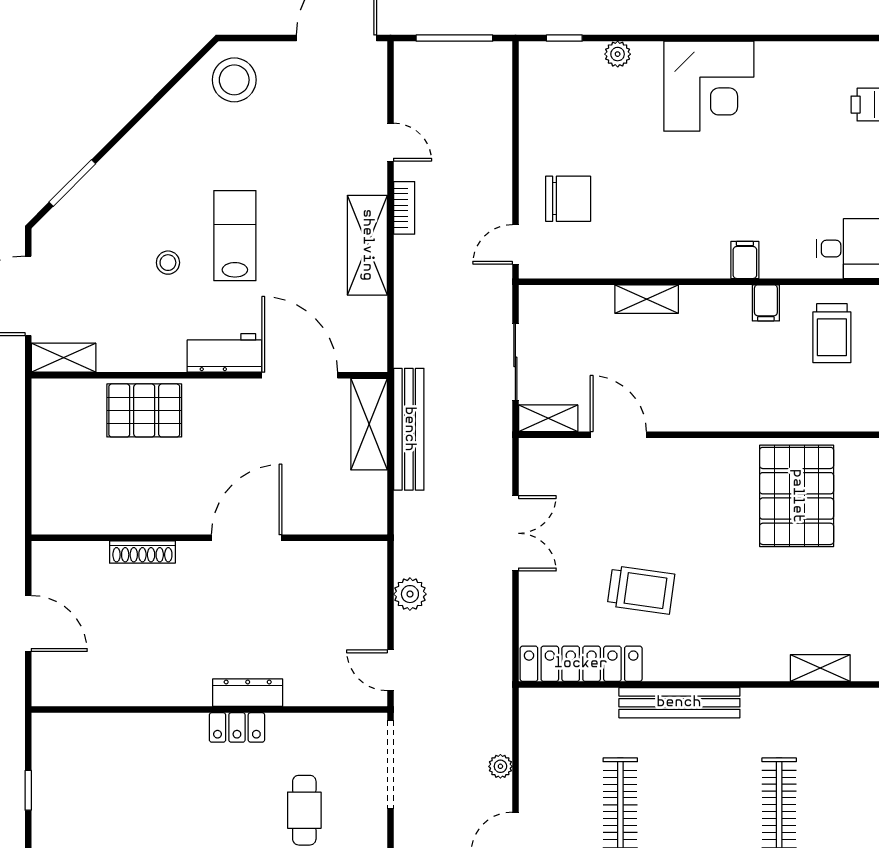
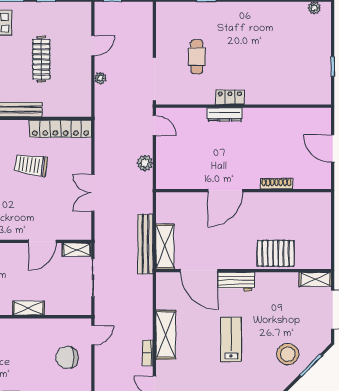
lab bench: (235, 236) -> (231, 339), turned 180
stool: (168, 263) -> (288, 354), moved, width x1.89, depth x1.89
door: (618, 435) -> (42, 241), hinge flipped

